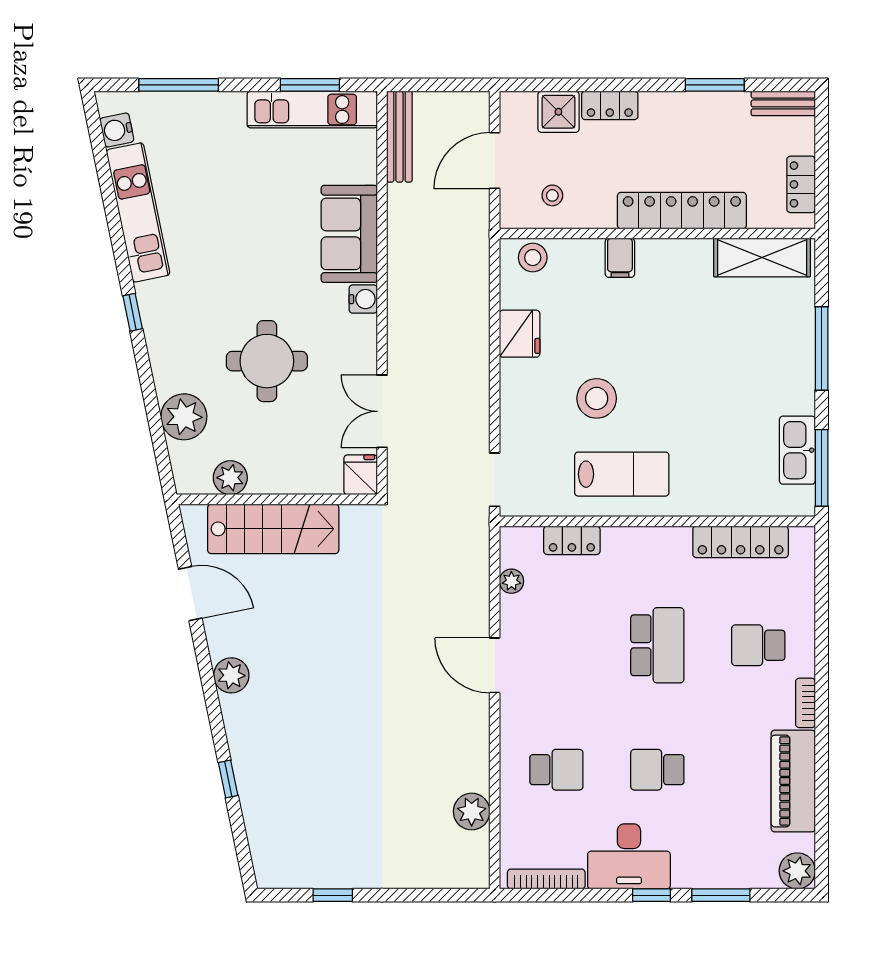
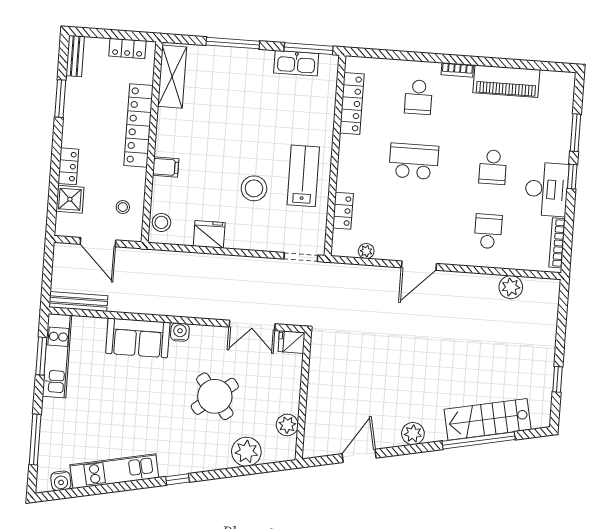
round table: (267, 361) -> (215, 396), turned -38
stairs: (273, 529) -> (488, 419), moved, turned -102
window: (228, 779) -> (479, 440), width x3.17
plant: (797, 871) -> (564, 83), removed

